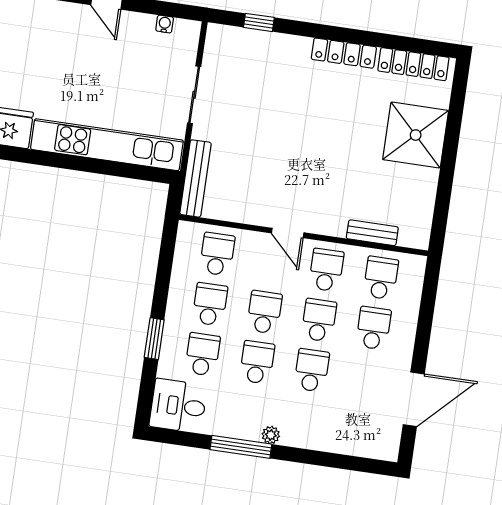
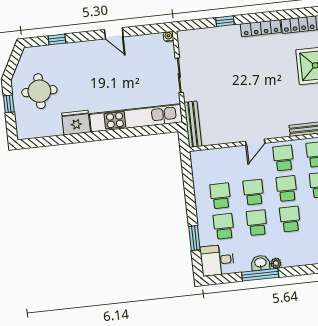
window: (259, 22) -> (225, 21), moved
water cooler: (165, 24) -> (168, 37), moved
door: (288, 233) -> (255, 142), hinge flipped
school desk: (217, 254) -> (217, 165), removed
window: (154, 339) -> (194, 238), moved
washbasin: (246, 428) -> (260, 263), added

